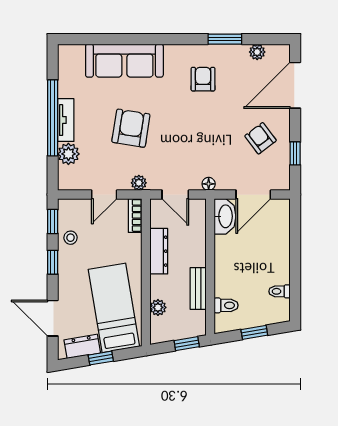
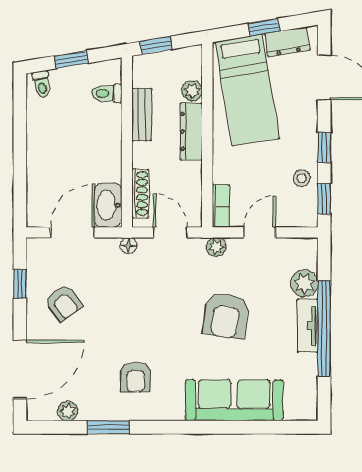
shoe rack: (199, 225) -> (140, 194), added
dresser: (159, 251) -> (191, 131), moved
toilet: (280, 291) -> (42, 84), moved, turned 80

